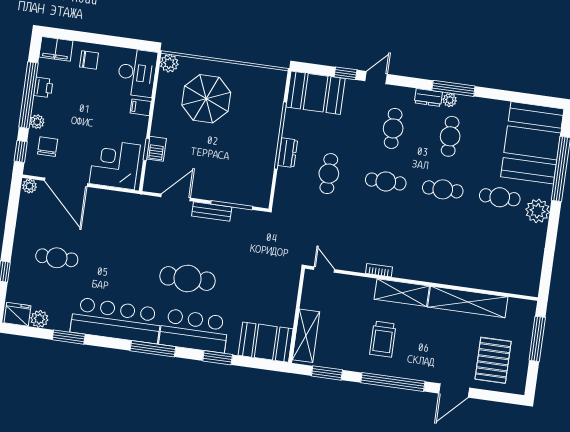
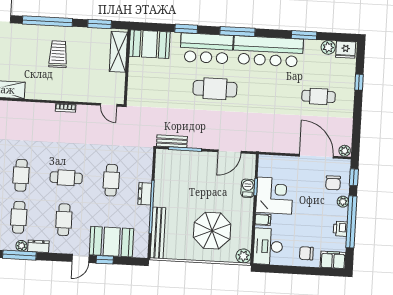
booth: (316, 93) -> (112, 242), moved
bench: (275, 102) -> (158, 233), added
corner desk: (115, 164) -> (274, 196), moved, turned -90
cafe table: (443, 189) -> (21, 175), turned 90
bench: (212, 212) -> (172, 141), moved
shelving: (402, 293) -> (46, 92), removed

